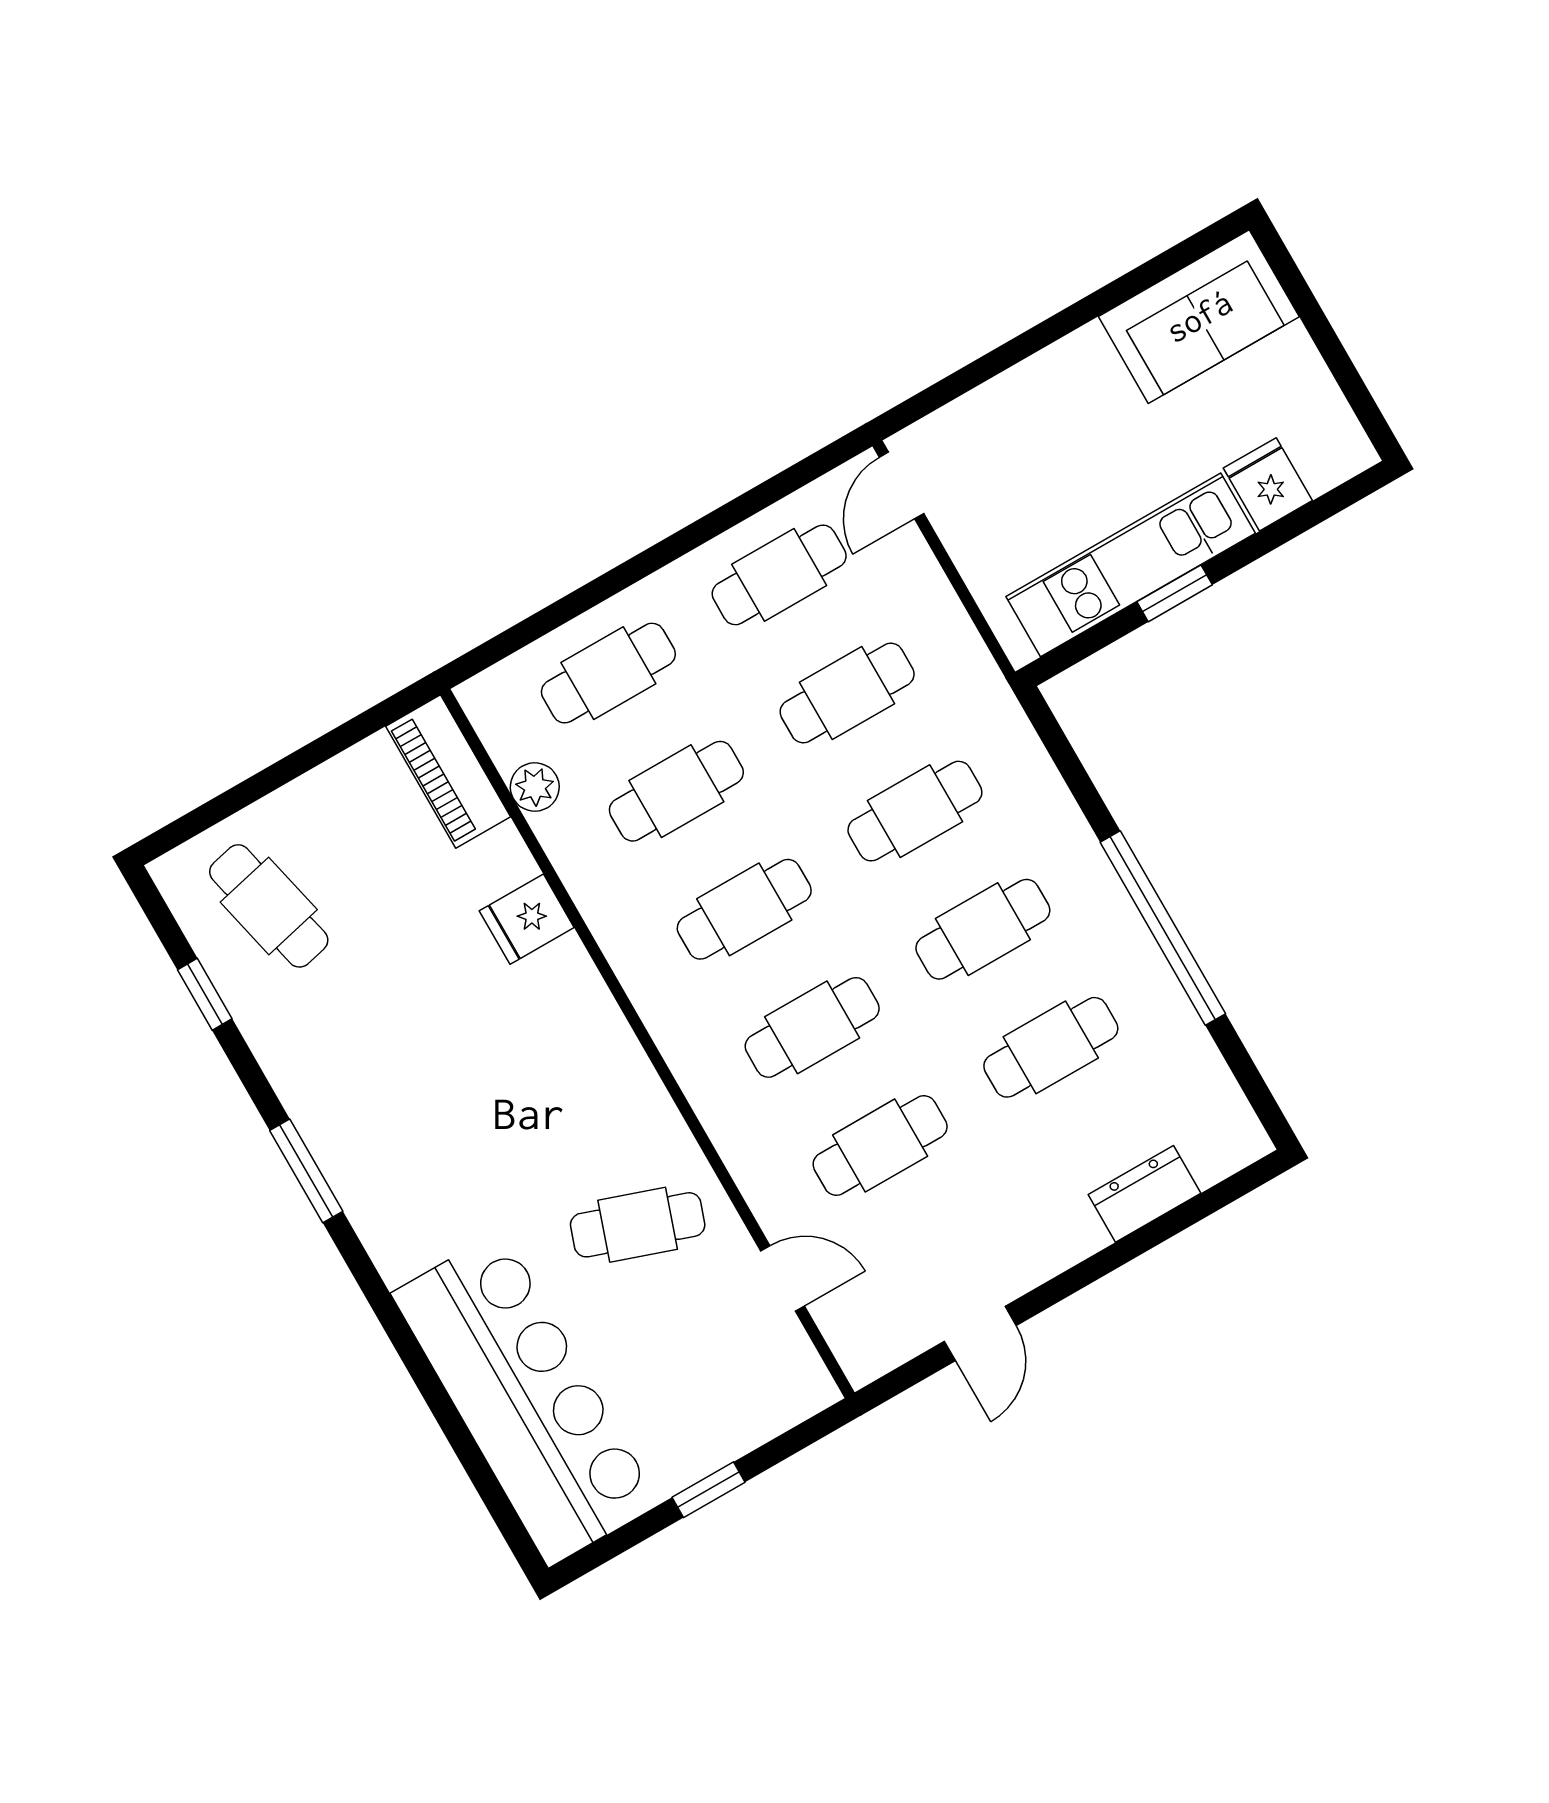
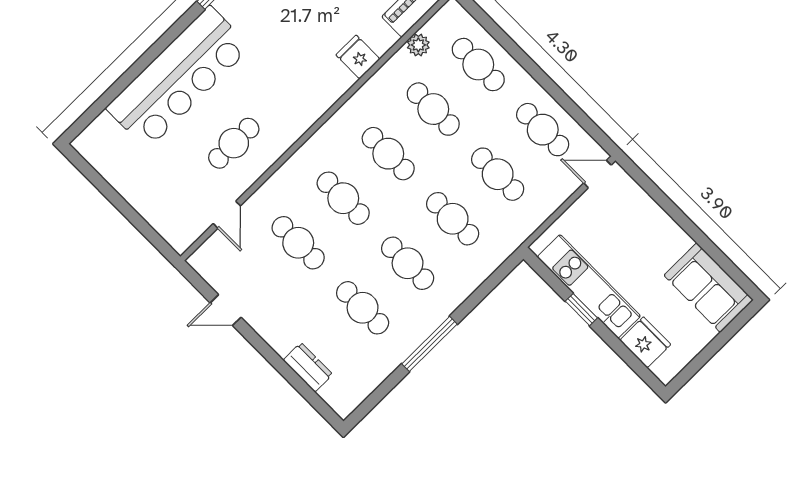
fridge: (1268, 484) -> (645, 342), width x1.38
window: (1163, 928) -> (429, 344), width x0.68
cafe table: (638, 1225) -> (234, 143), turned 71
bar counter: (525, 1399) -> (178, 78), moved
window: (709, 1490) -> (123, 207), removed

